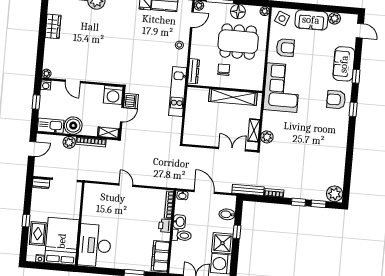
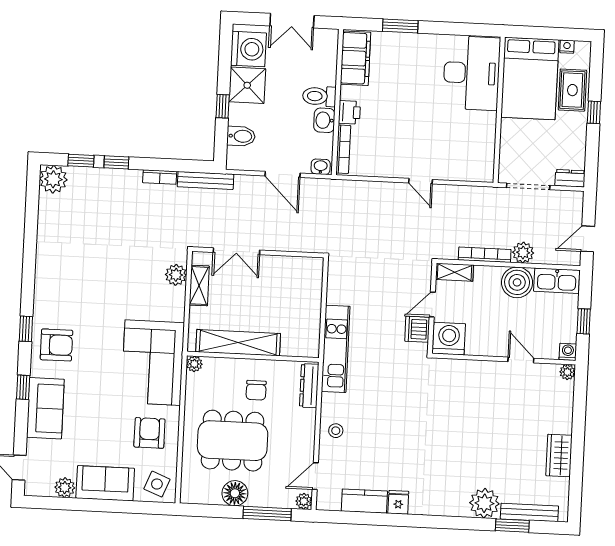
plant: (265, 11) -> (194, 364), moved
armchair: (285, 48) -> (149, 433), turned 90

